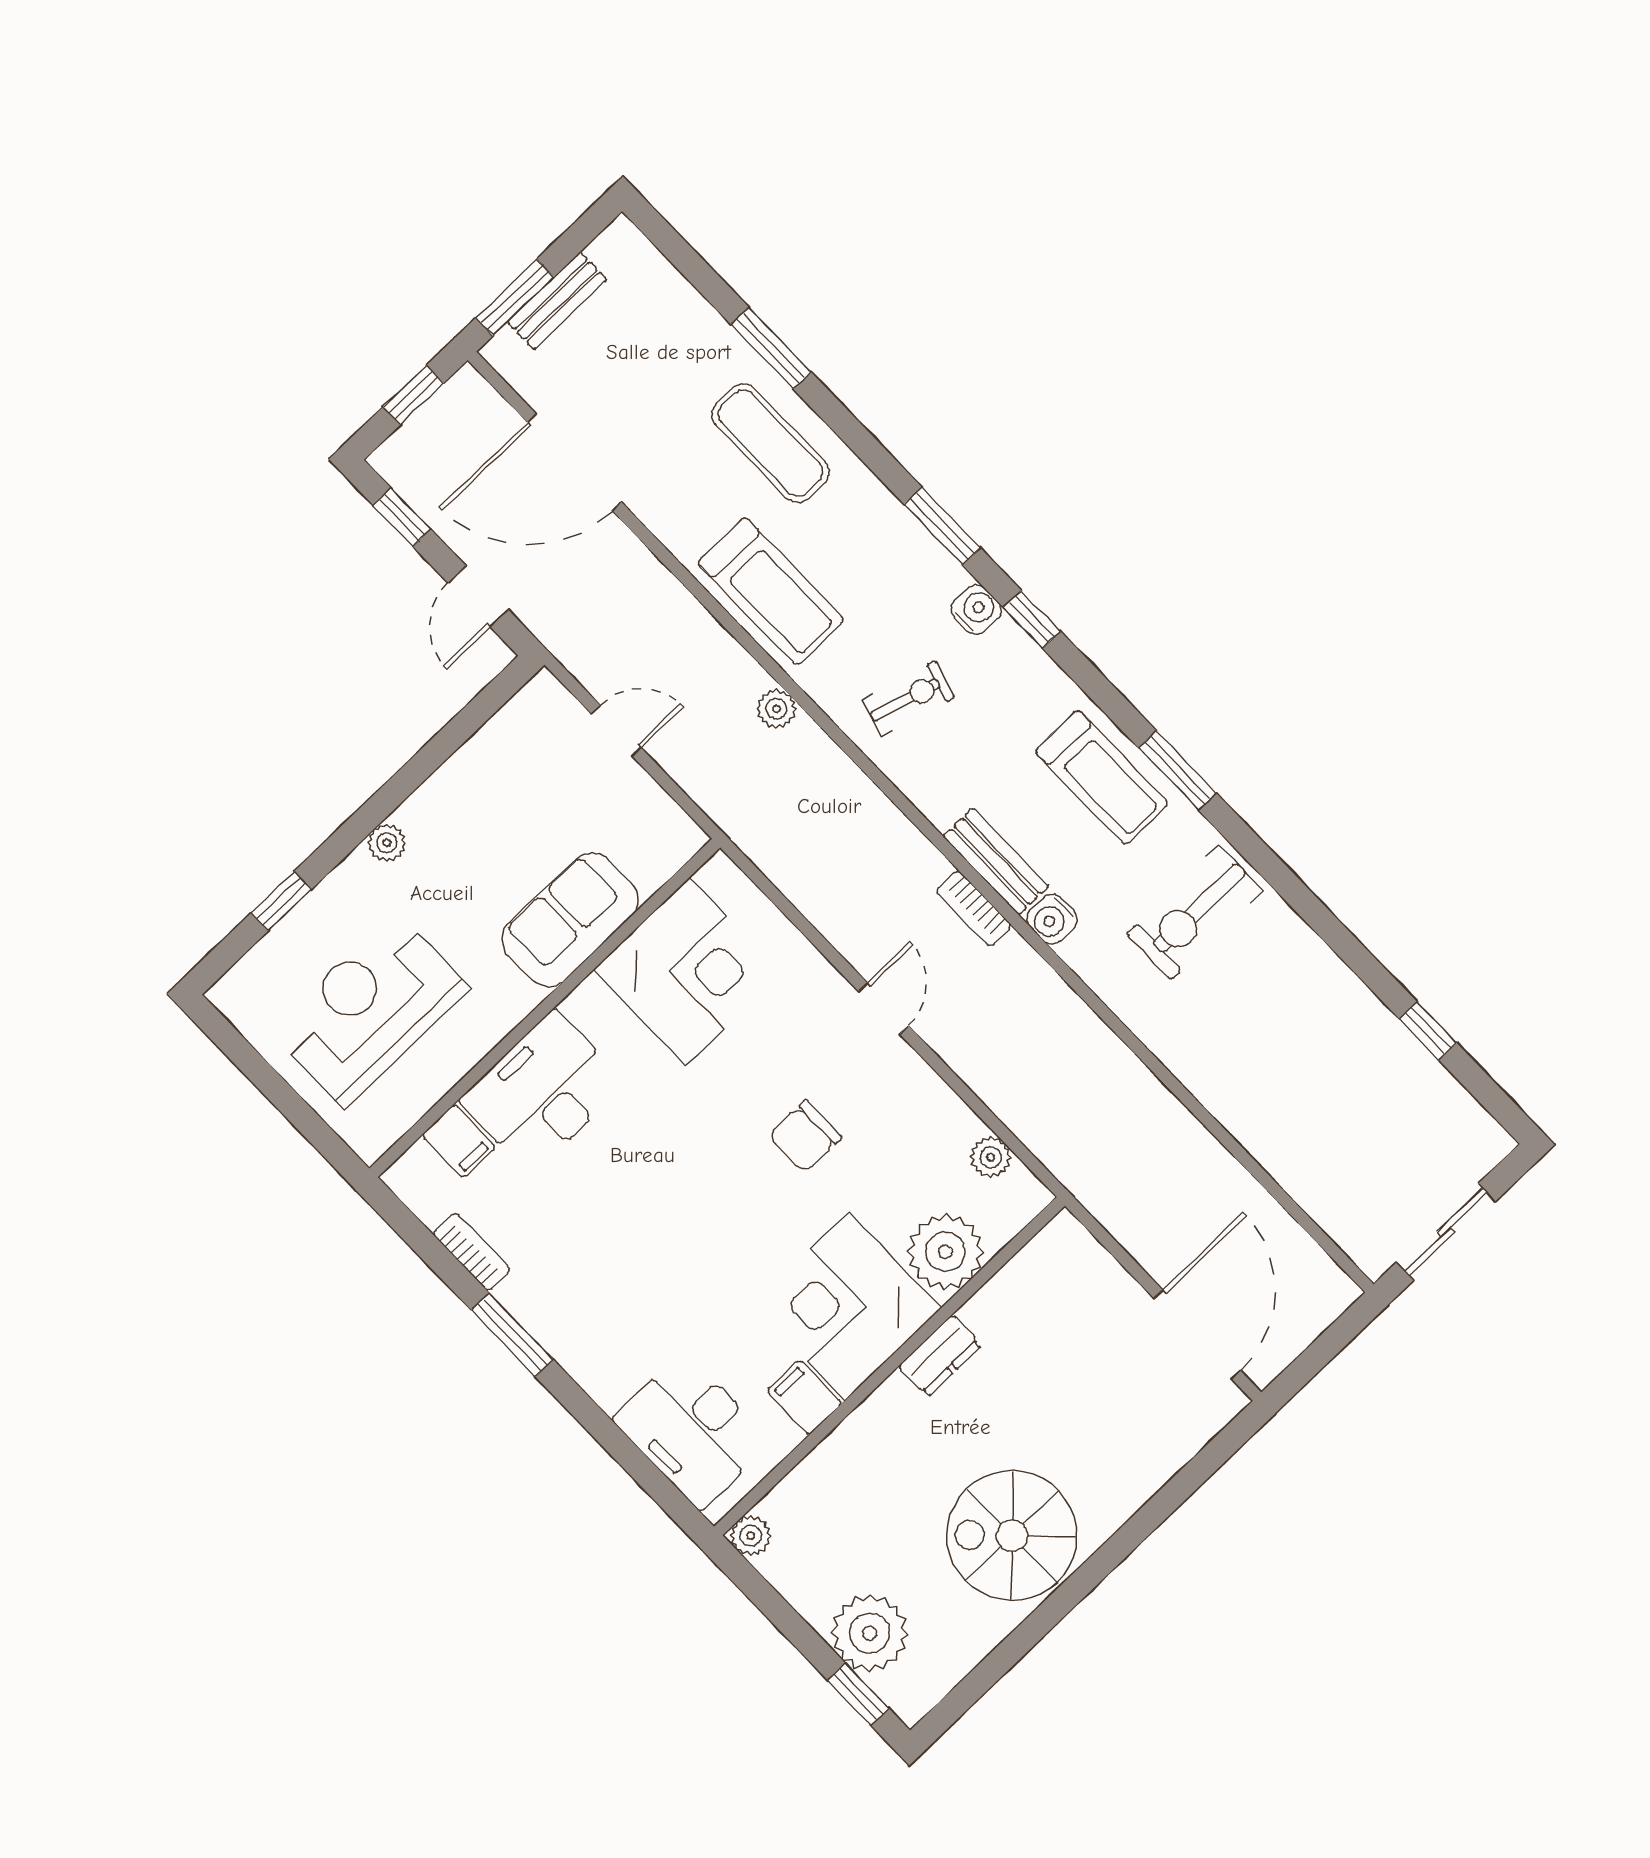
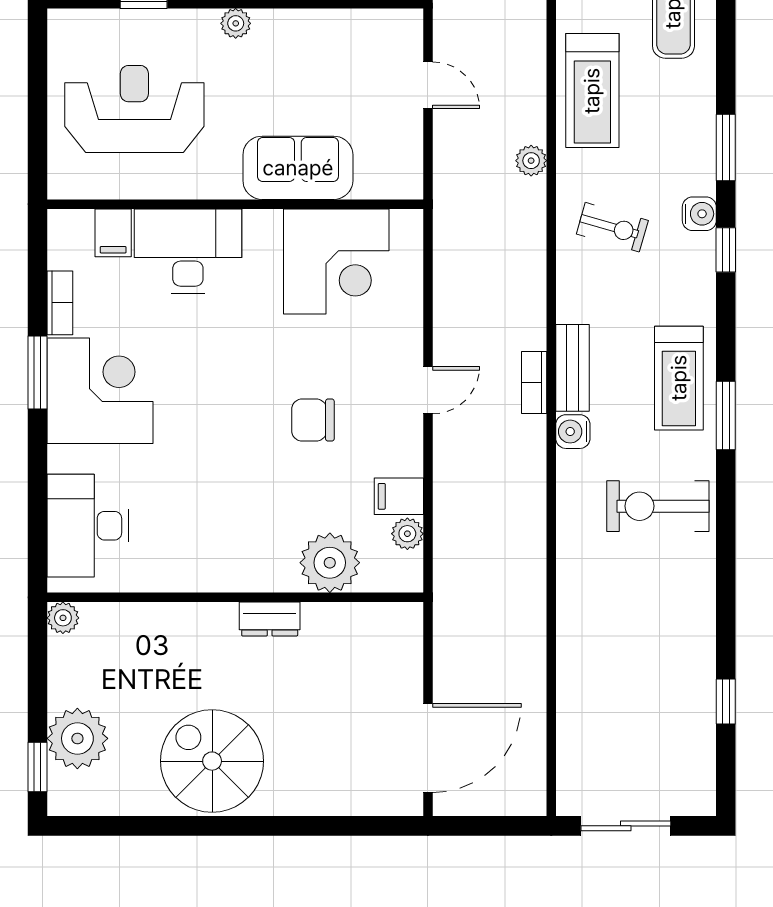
corner desk: (847, 1306) -> (100, 391), moved, turned 90
filing cabinet: (804, 1397) -> (399, 496), moved, turned -90

